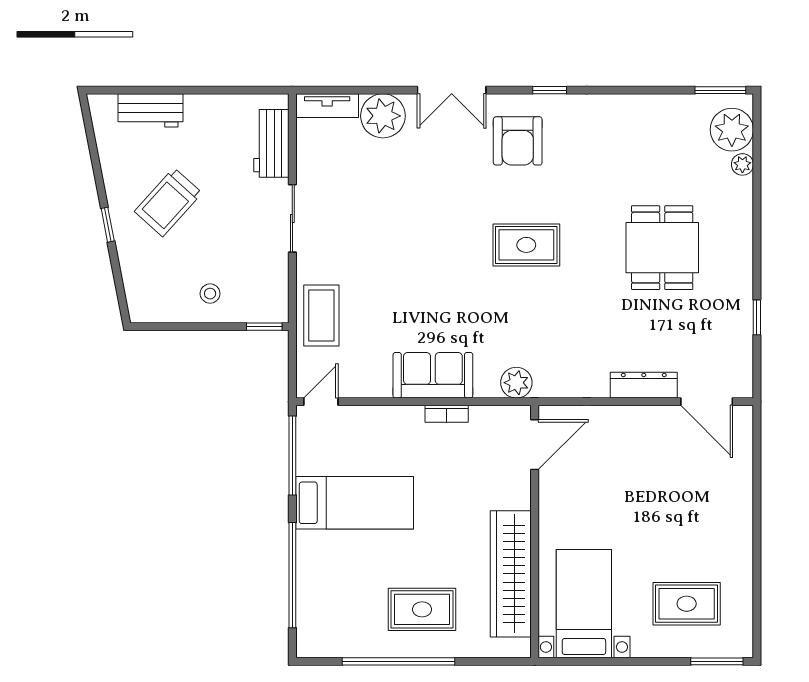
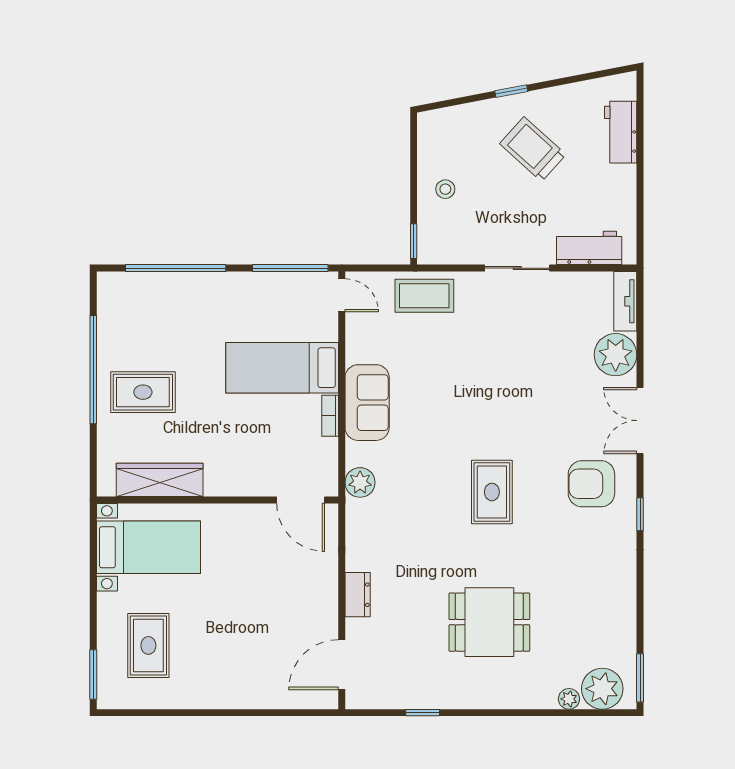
dresser: (644, 385) -> (358, 595), width x0.70
bed: (355, 503) -> (282, 368), moved, turned 90
wardrobe: (511, 574) -> (160, 480), width x0.71, depth x0.85
rug: (422, 609) -> (143, 392), turned 90

